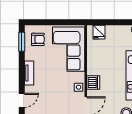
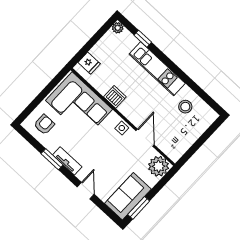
window: (22, 42) -> (52, 159), moved
dishwasher: (93, 82) -> (115, 97), moved

